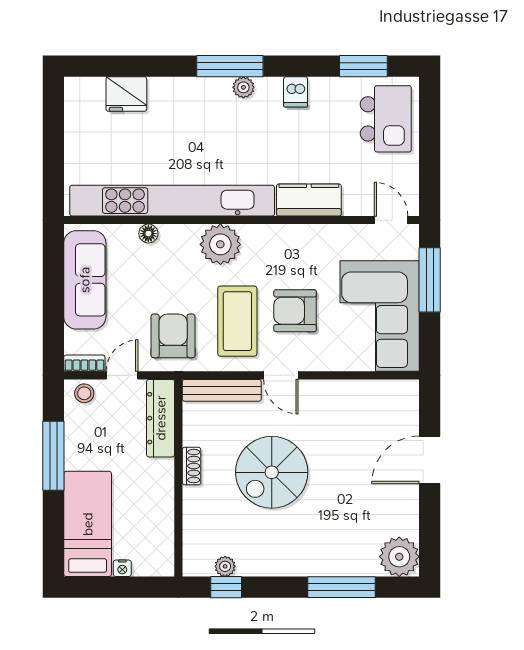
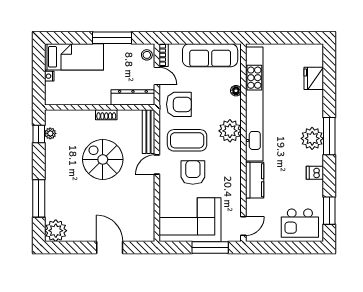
plant: (243, 87) -> (312, 138), width x1.87, depth x1.87

